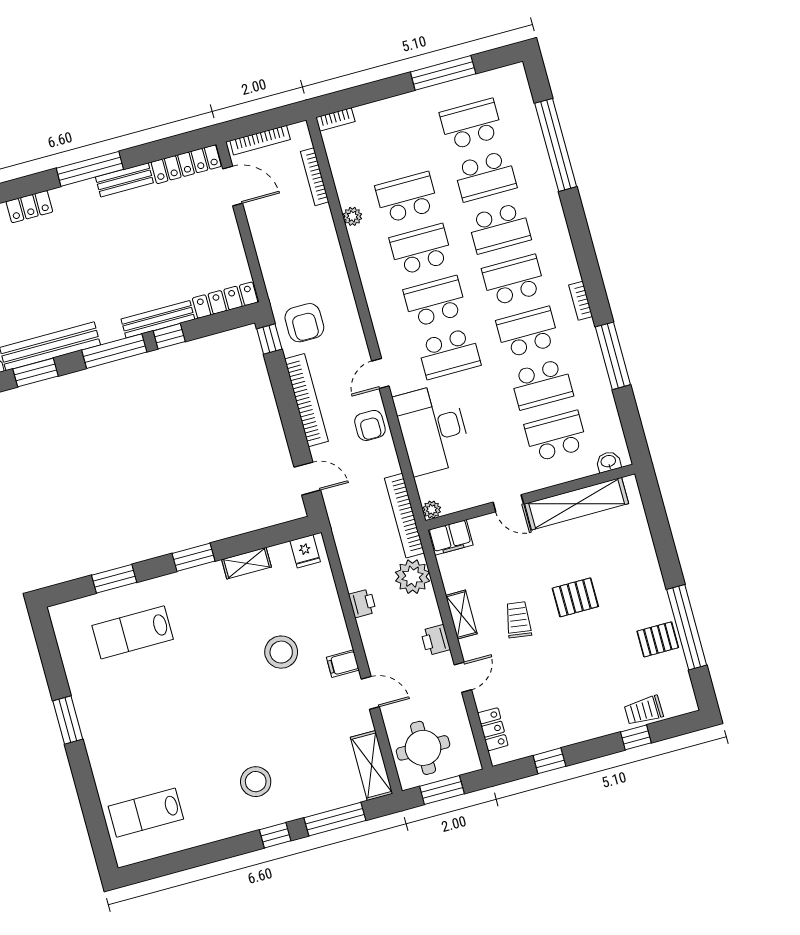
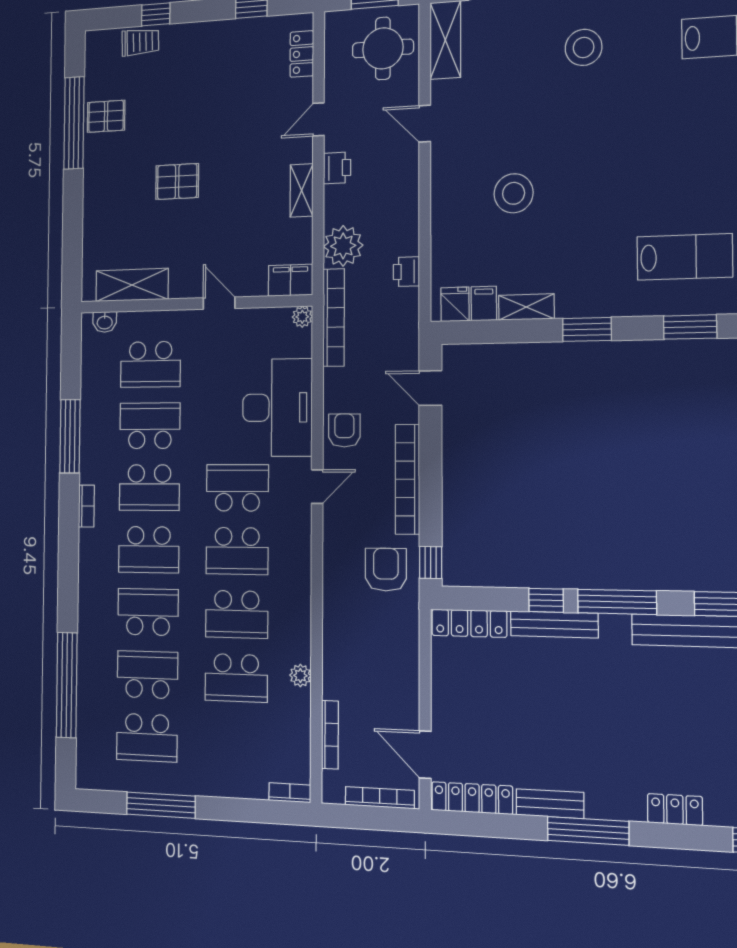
shelving: (577, 504) -> (132, 285), width x0.68
printer: (362, 603) -> (406, 272), moved
trolley: (518, 620) -> (243, 171), removed
filing cabinet: (343, 664) -> (484, 304), moved, turned -90

